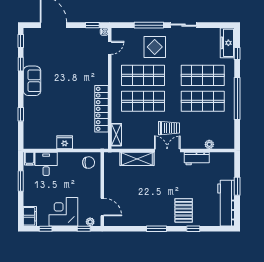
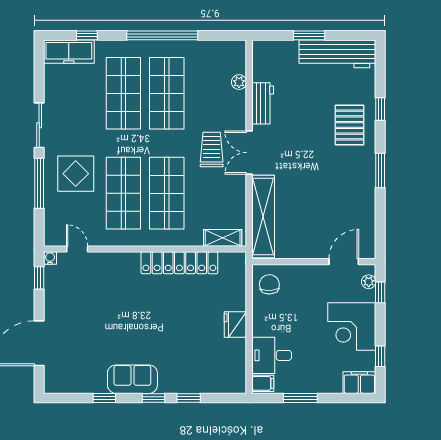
window: (21, 41) -> (154, 398), moved
shelving: (137, 159) -> (263, 216), width x1.47
pallet: (184, 210) -> (350, 125), turned 90

